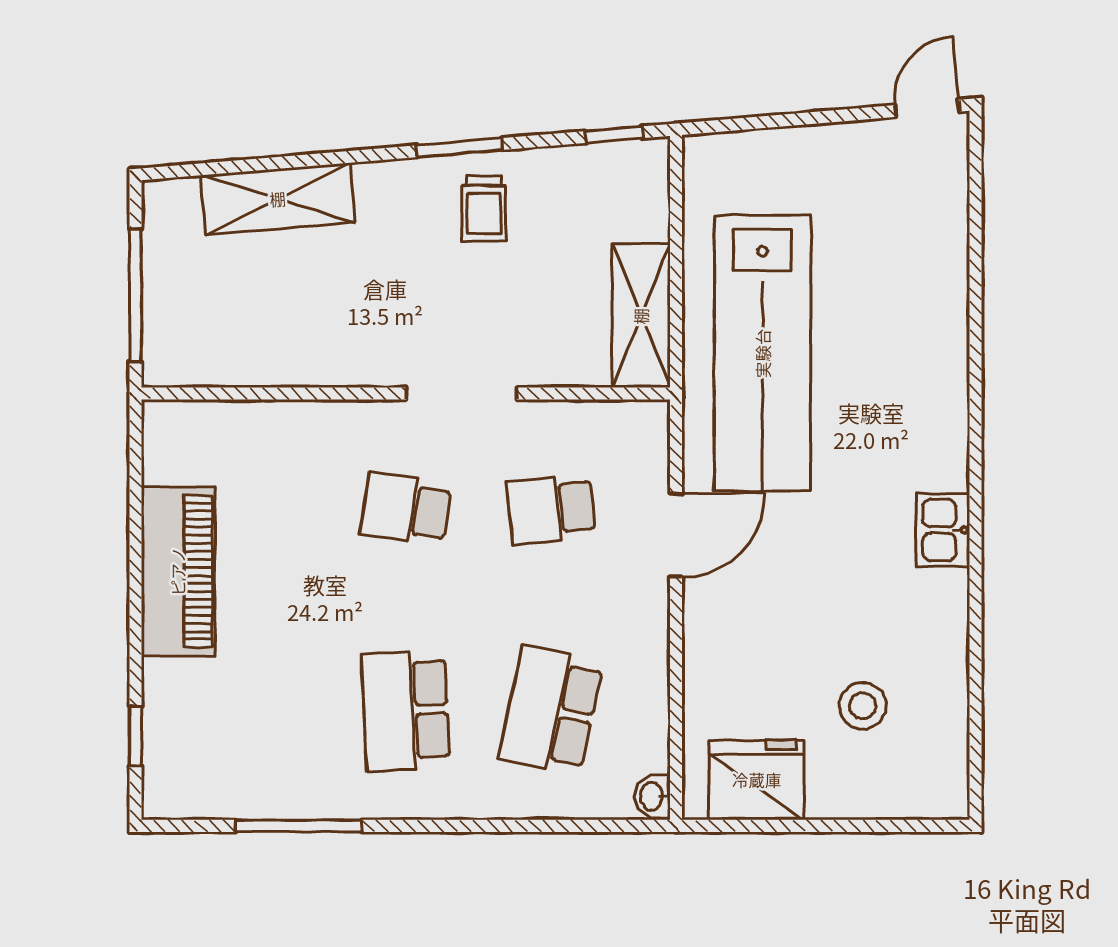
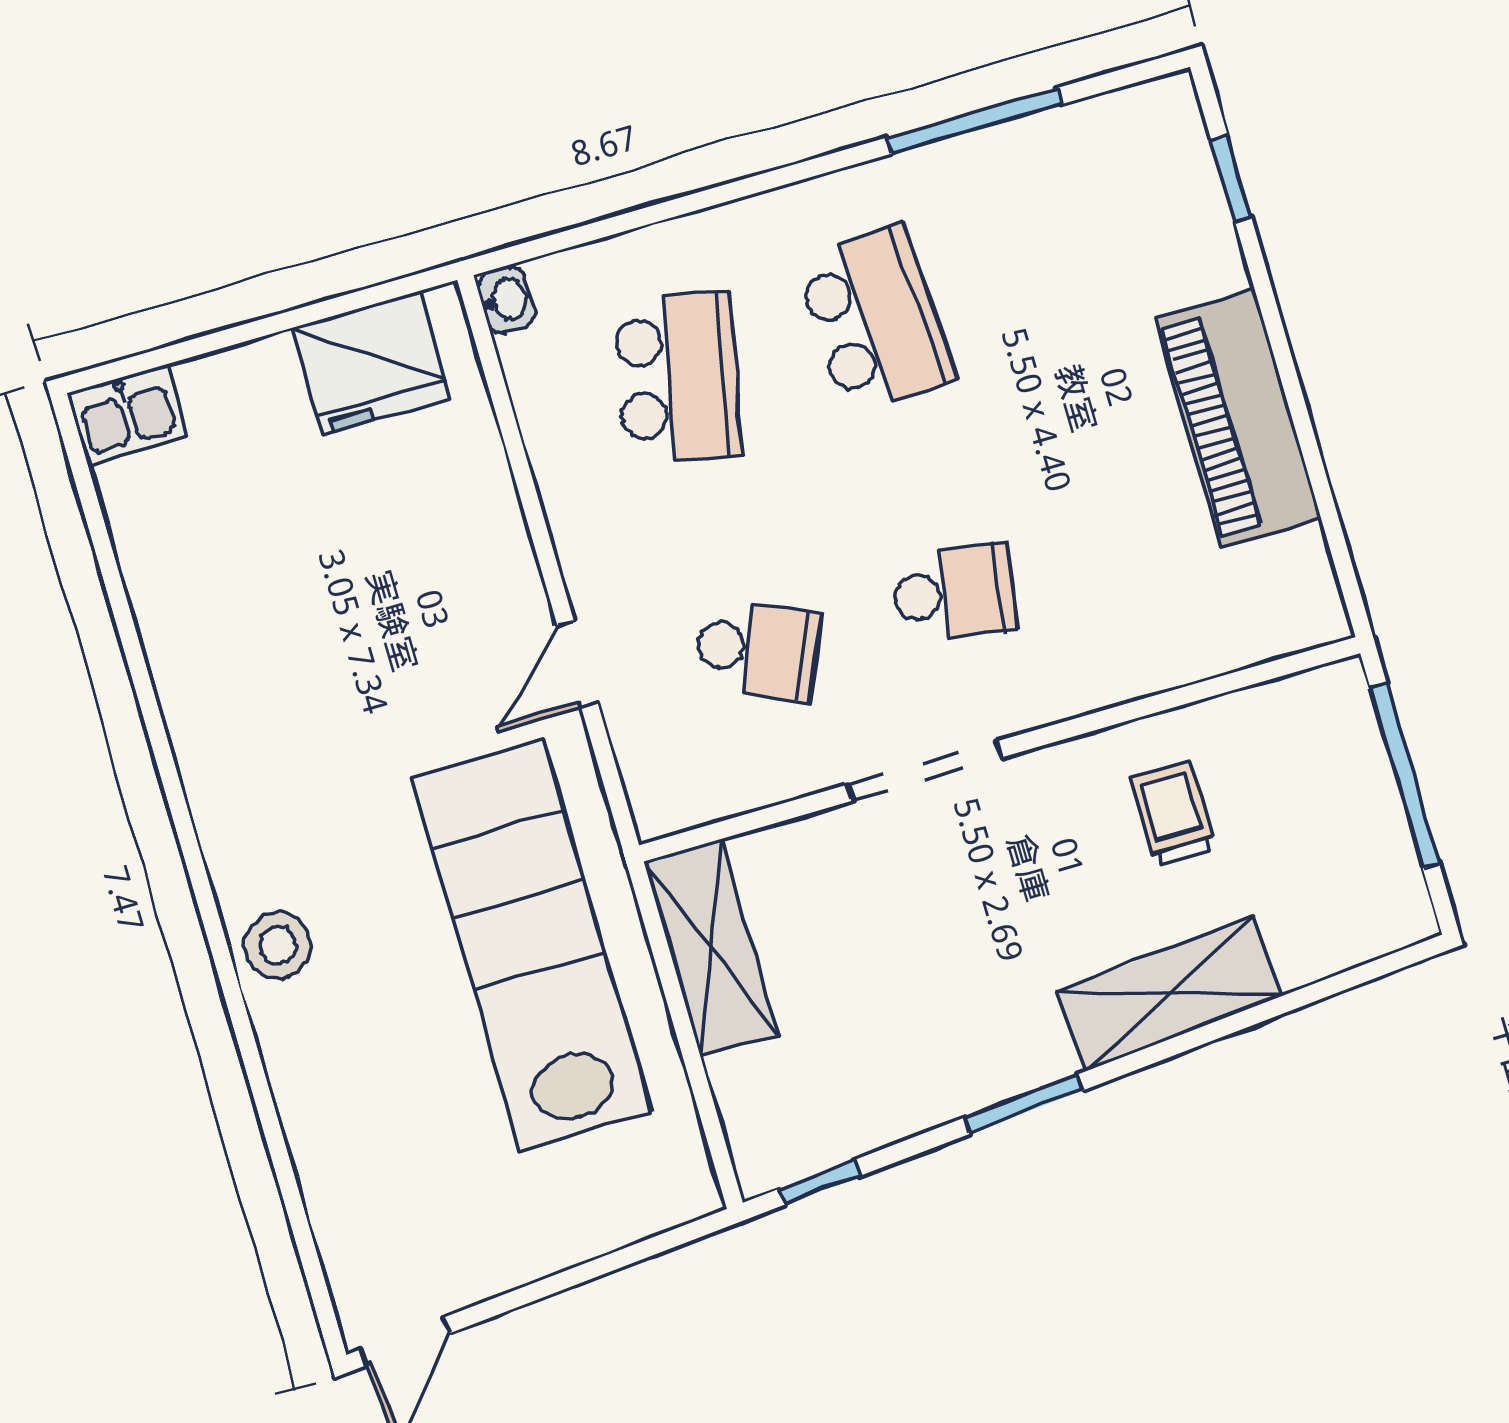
shelving: (278, 199) -> (1170, 994), moved
trolley: (484, 209) -> (1173, 813), moved
school desk: (551, 509) -> (757, 650), turned 30
kitchen sink: (943, 530) -> (127, 415), moved, turned 90
door: (676, 535) -> (577, 664), width x0.73
stool: (863, 706) -> (278, 945), moved

